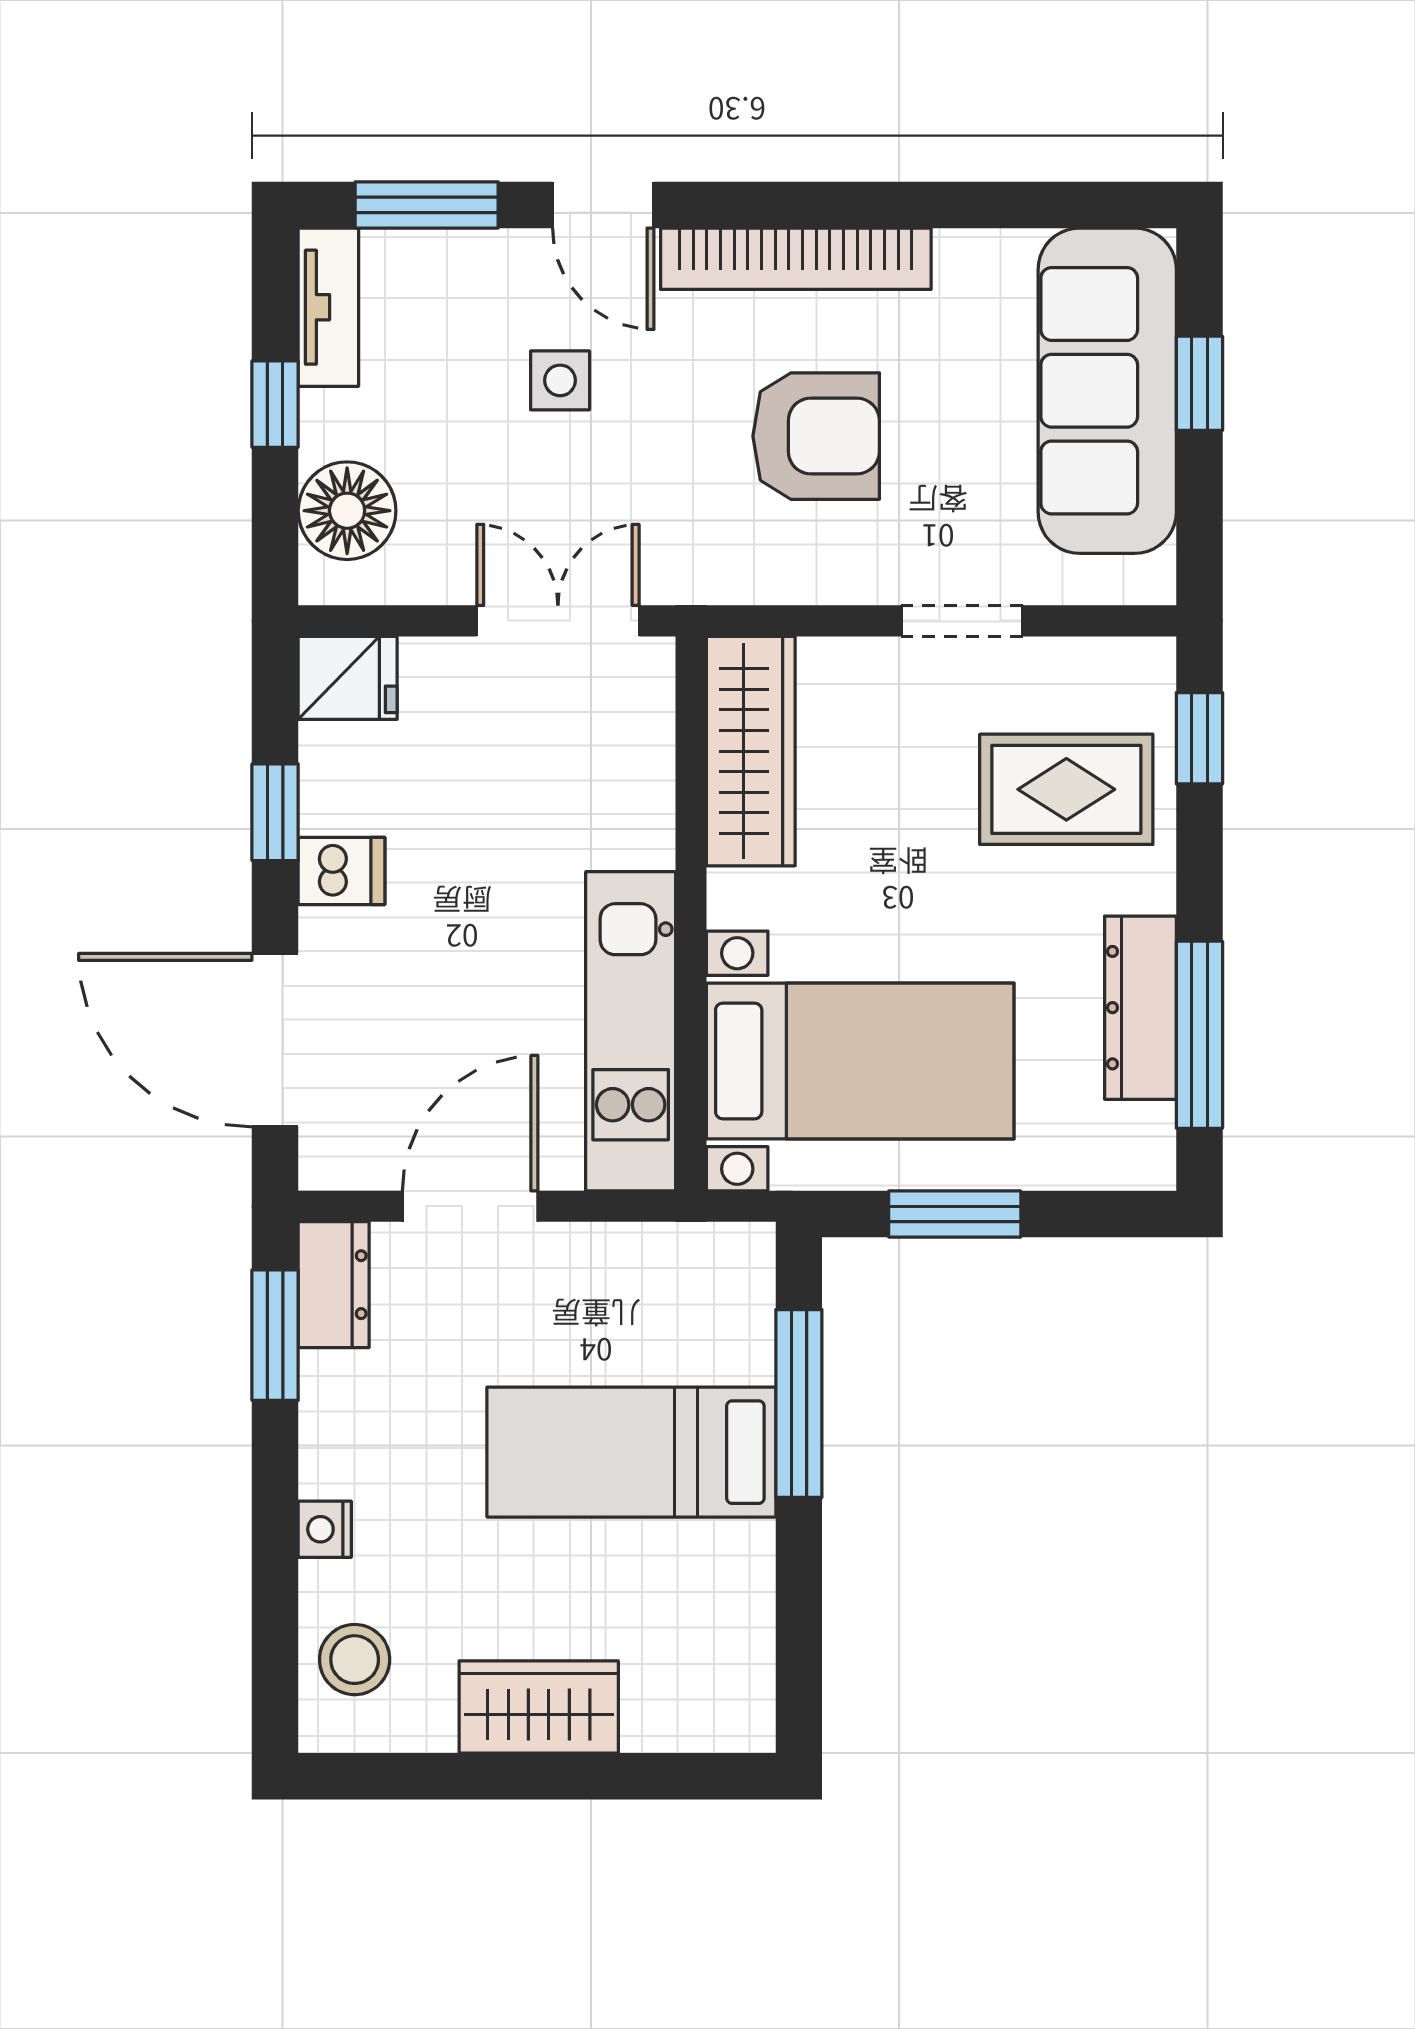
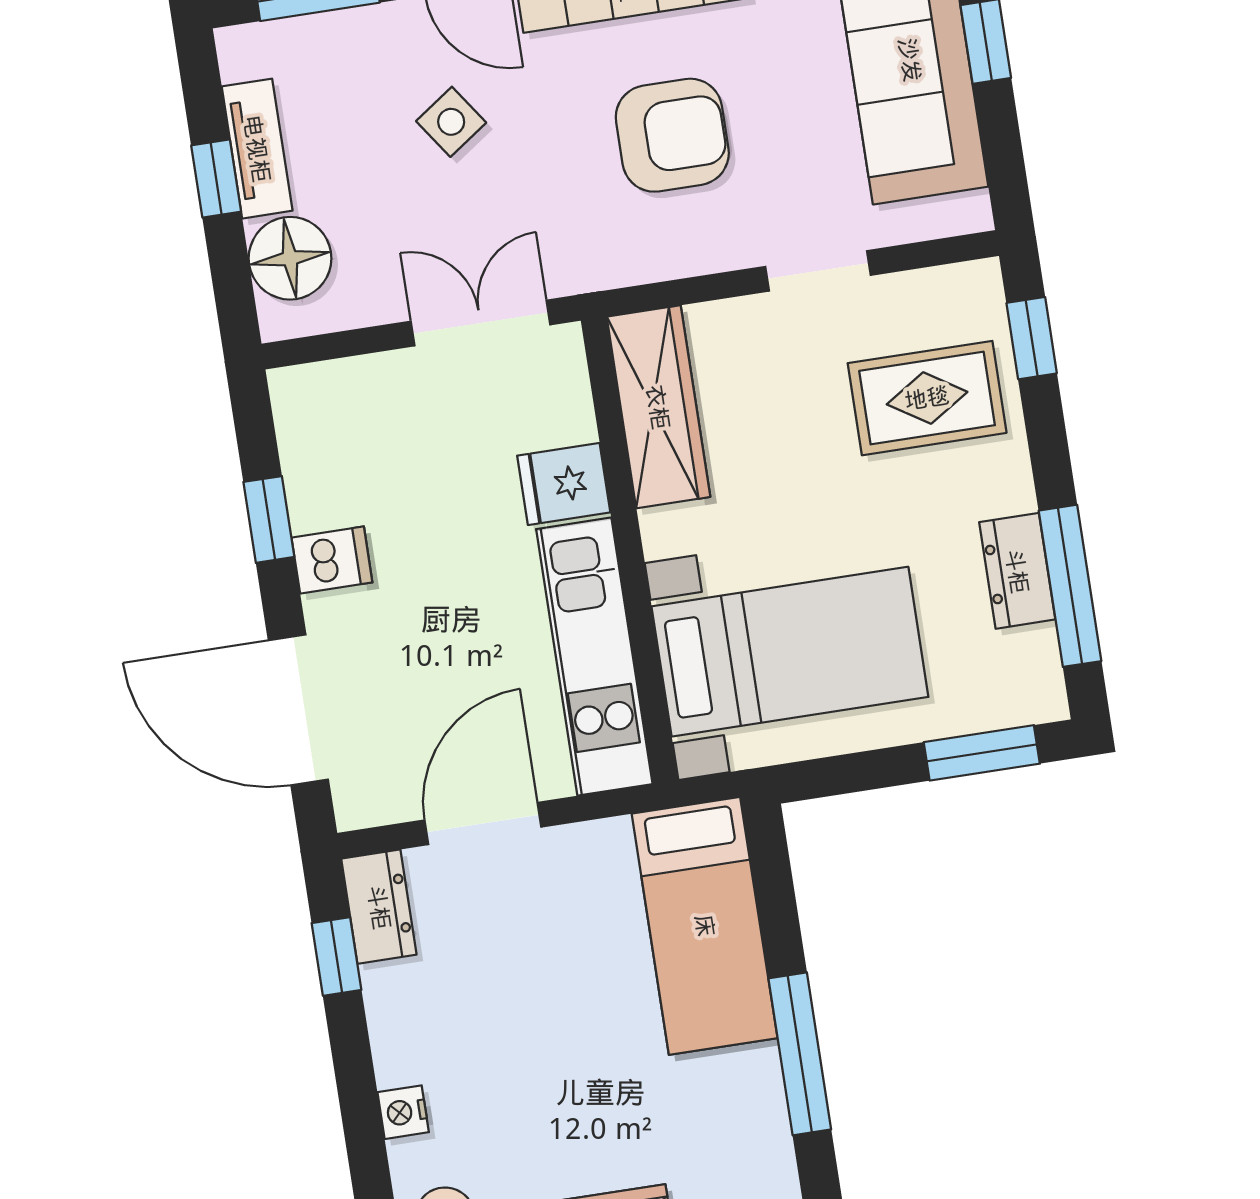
tv unit: (328, 307) -> (257, 149), moved
side table: (560, 380) -> (451, 122), turned -35
fridge: (348, 678) -> (564, 484), moved, turned 180
dresser: (1140, 1008) -> (1017, 571), width x0.70
window: (955, 1214) -> (982, 753), moved
window: (275, 1335) -> (337, 956), width x0.67
window: (799, 1403) -> (800, 1054), moved
bed: (631, 1452) -> (705, 926), moved, turned -90

